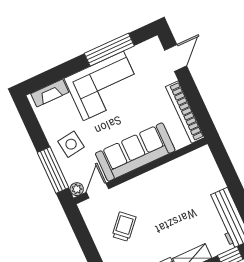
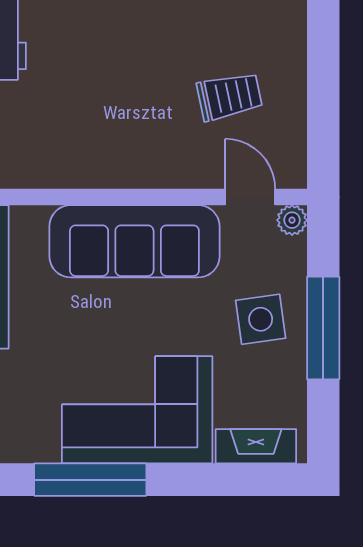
window: (53, 170) -> (323, 328), moved
door: (98, 191) -> (250, 197), swing flipped
trolley: (124, 227) -> (229, 96), turned -144

